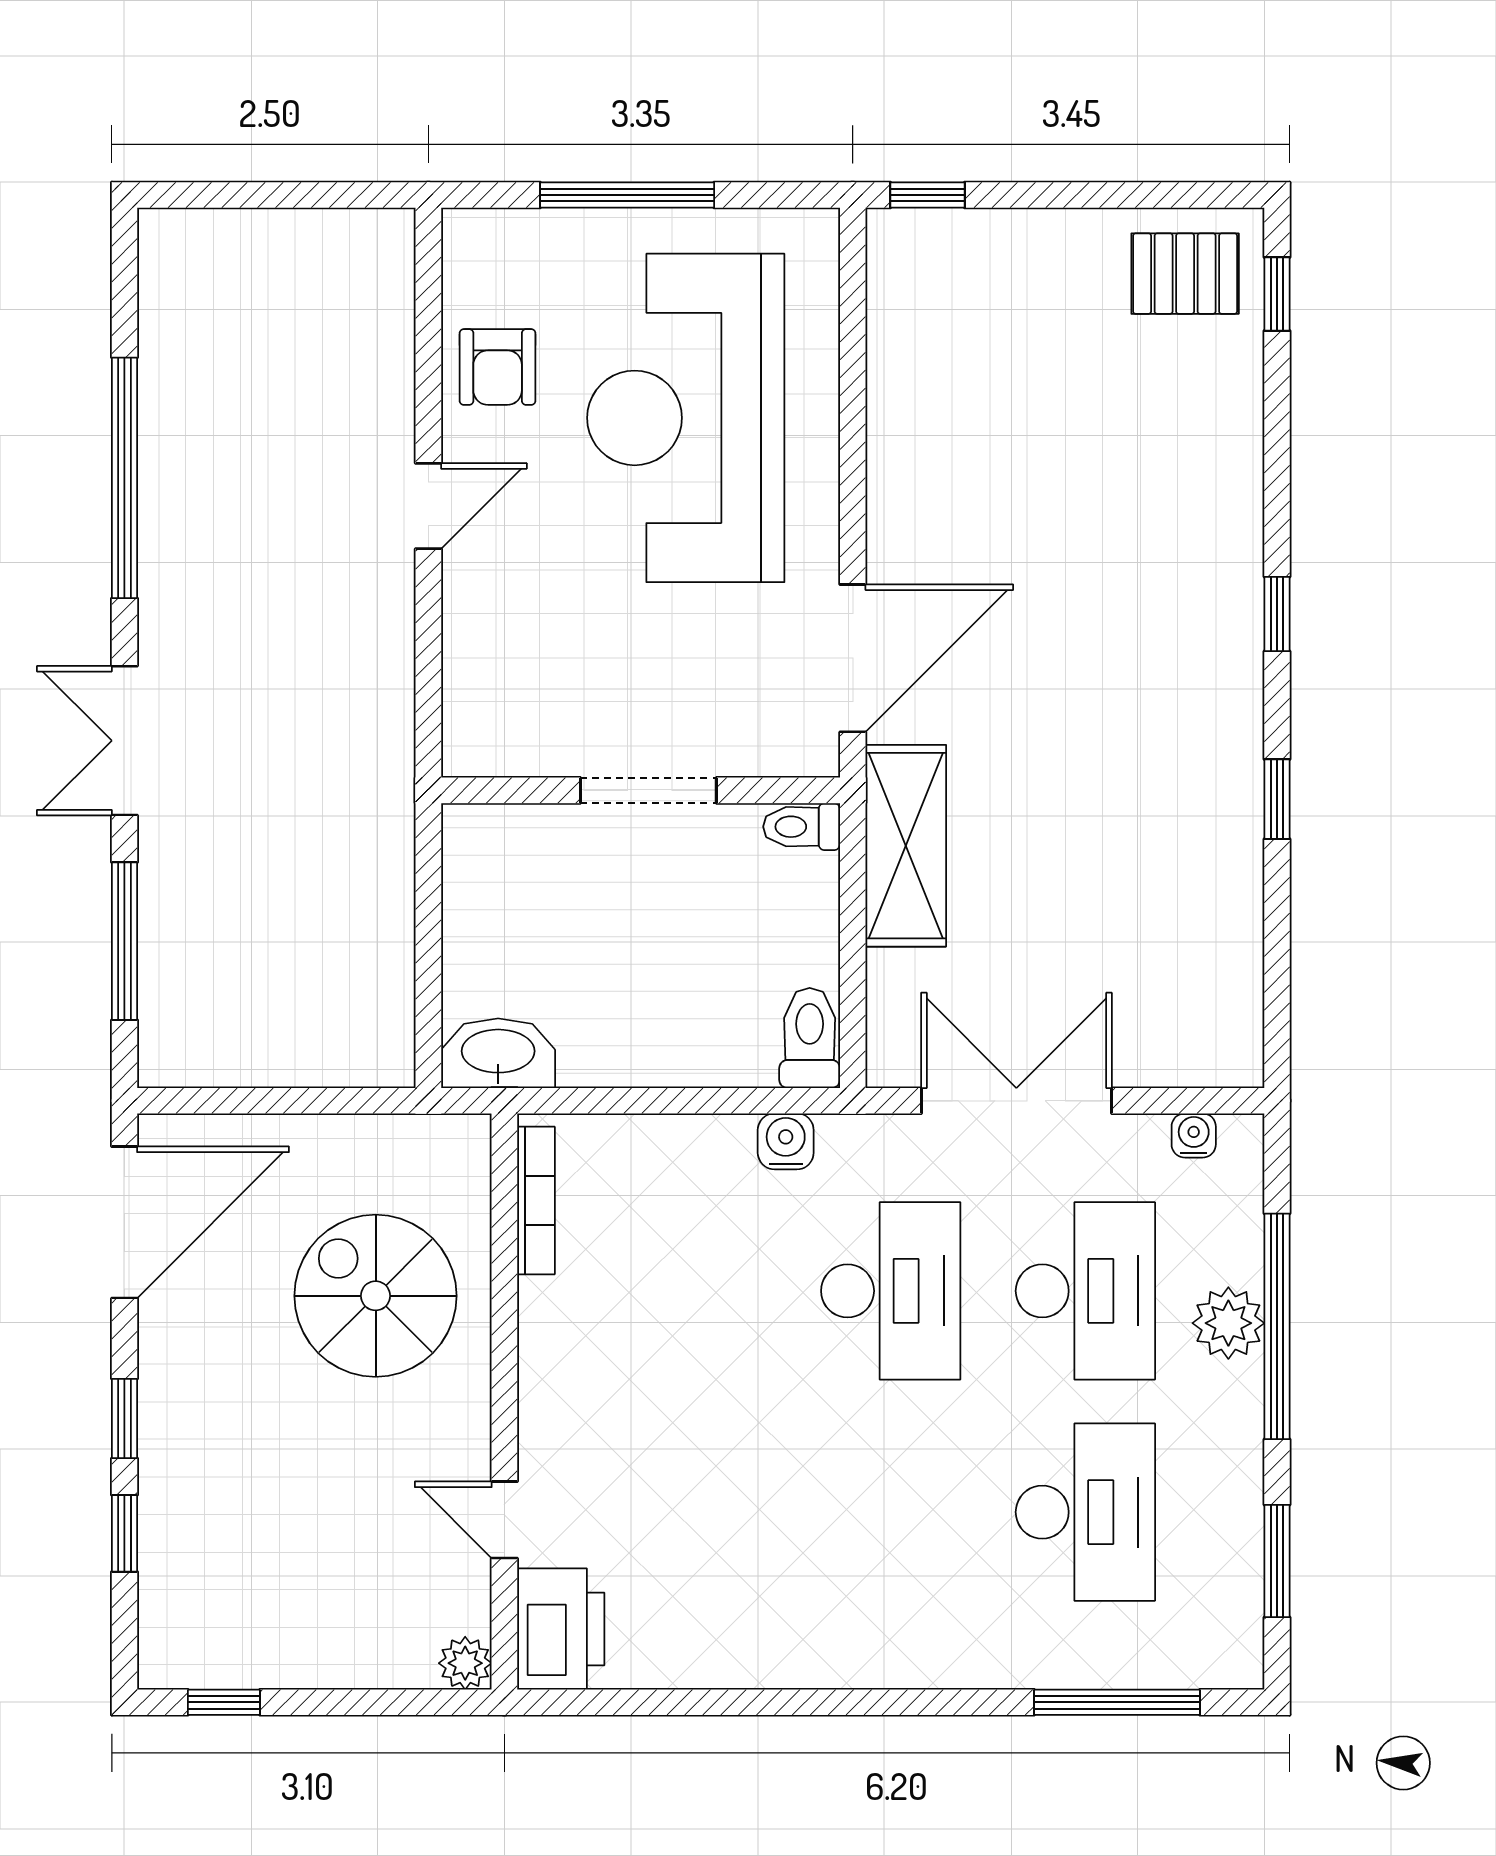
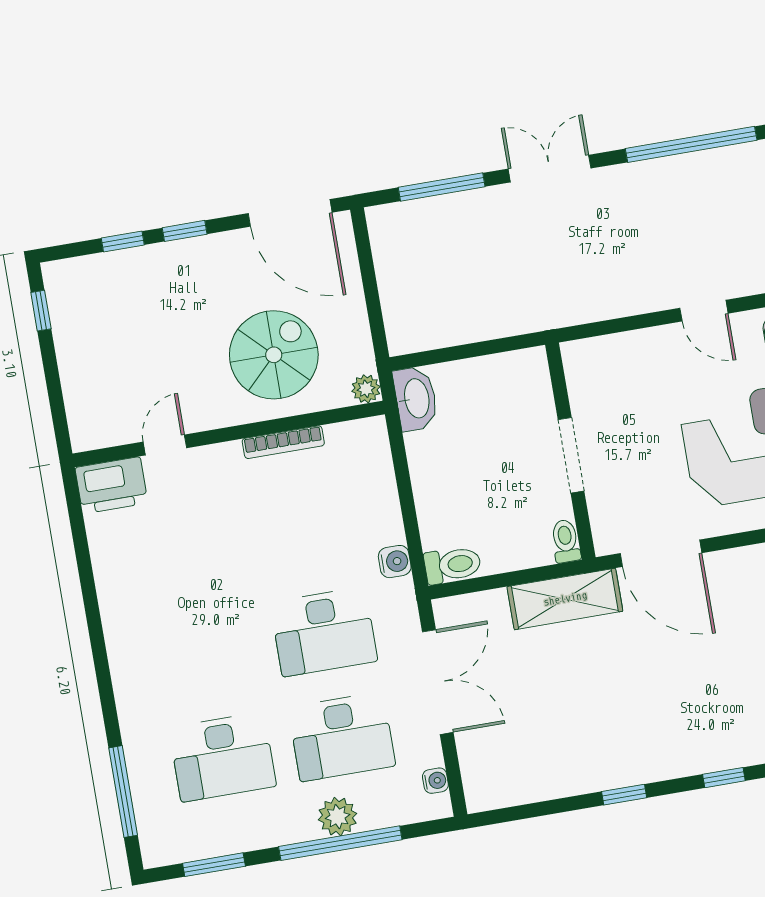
bookcase: (536, 1200) -> (283, 442), moved
plant: (465, 1663) -> (366, 389), moved

